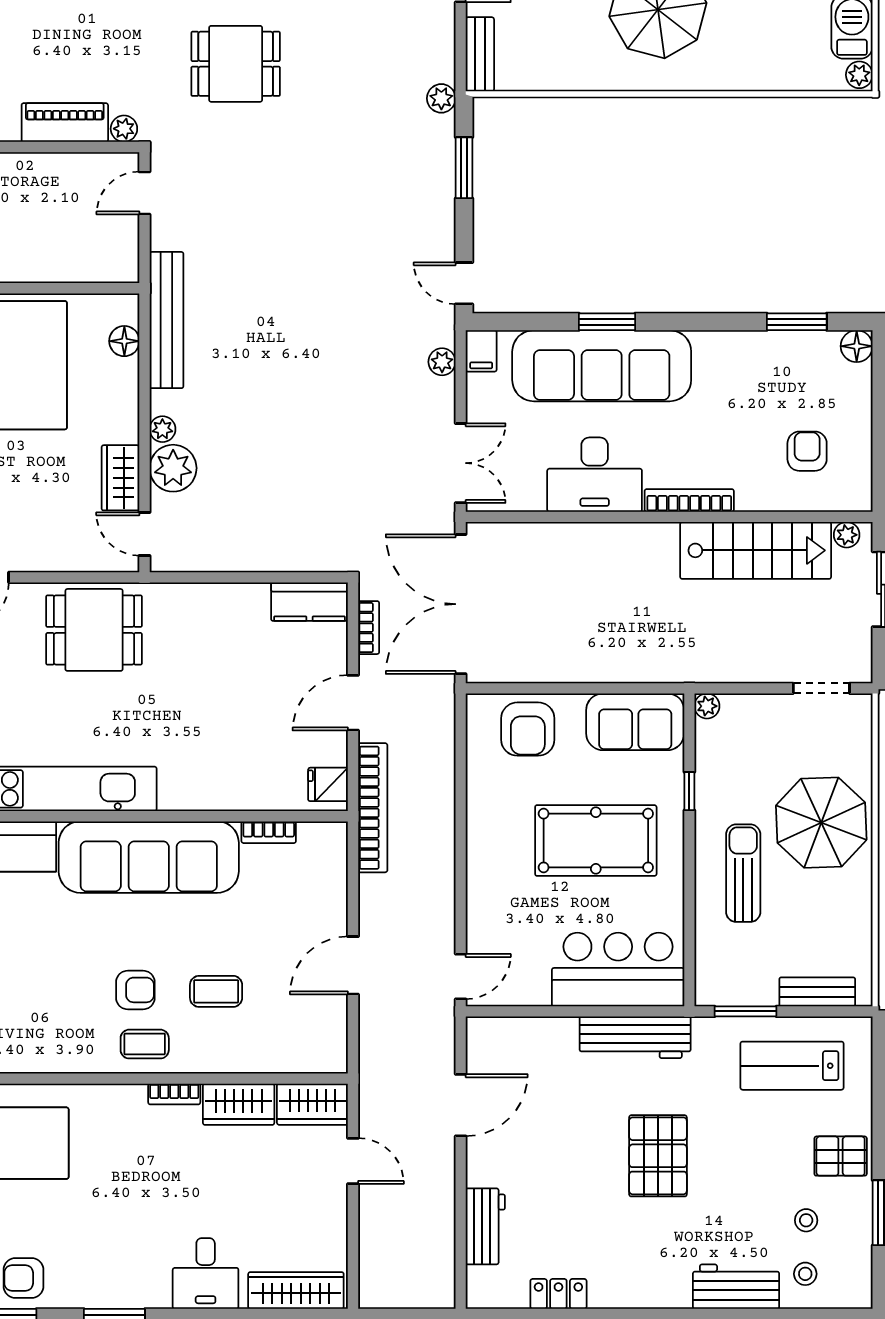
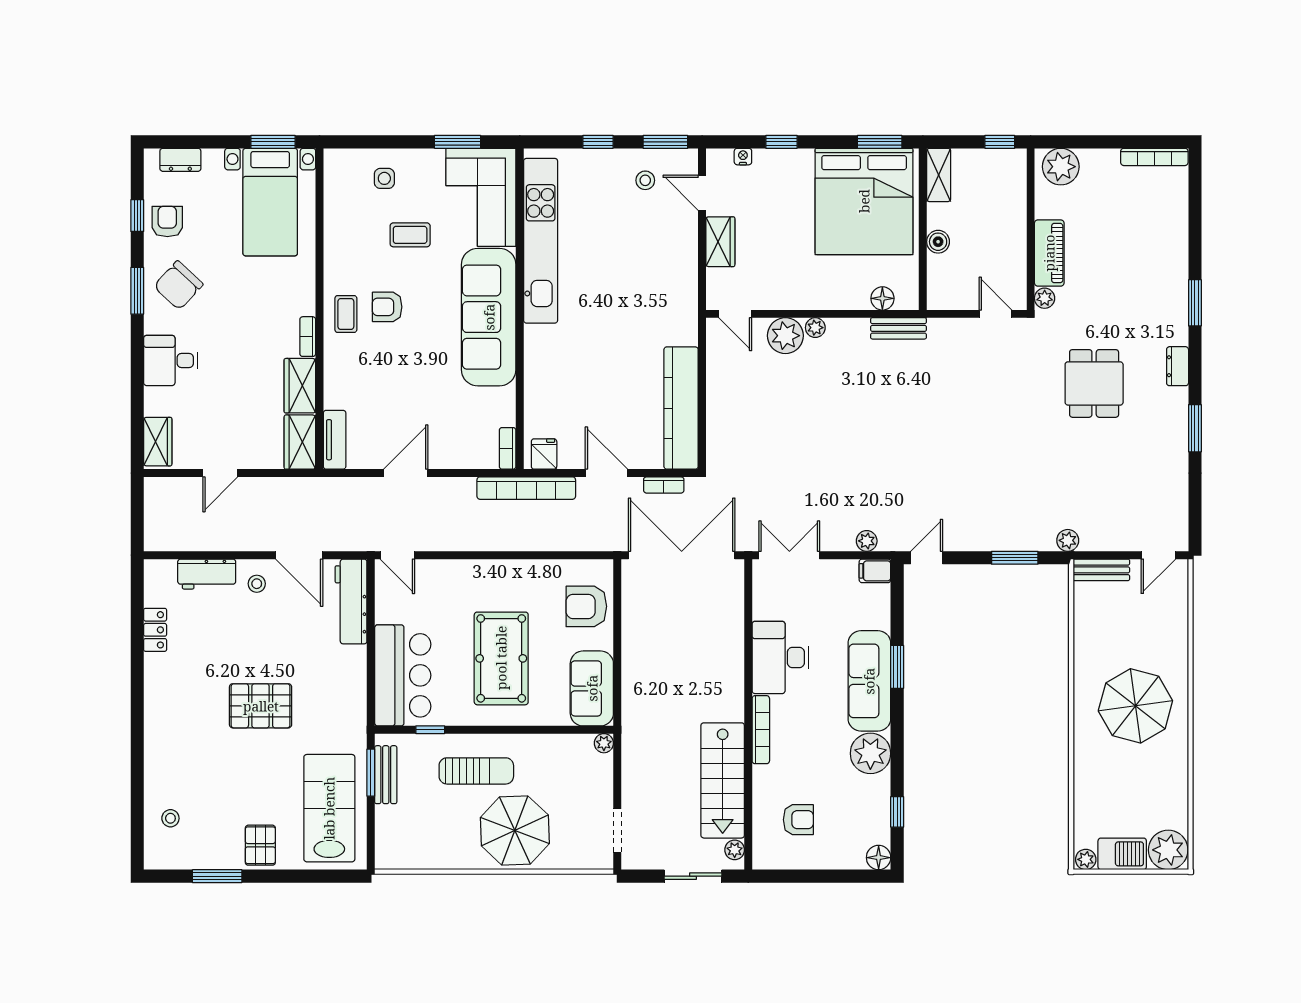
boiler: (50, 268) -> (938, 242), added
bench: (166, 320) -> (899, 328), width x0.54, depth x0.82
window: (797, 322) -> (897, 812), width x0.67
plant: (720, 357) -> (870, 753), added
sofa: (602, 366) -> (869, 681), width x0.74, depth x0.79
double door: (461, 463) -> (789, 555), swing flipped
wardrobe: (121, 478) -> (720, 242), moved, turned 90
door: (144, 534) -> (735, 314), swing flipped
kitchen counter: (310, 602) -> (681, 408), width x2.08, depth x1.17
dining table: (94, 630) -> (662, 275), removed
window: (689, 791) -> (430, 730), moved
bookcase: (269, 832) -> (508, 448), moved
door: (353, 965) -> (406, 473), hinge flipped
armchair: (135, 990) -> (387, 307), turned 90
coffee table: (216, 991) -> (410, 235), moved, turned 90
bench: (817, 992) -> (386, 775), moved
workbench: (635, 1037) -> (351, 601), moved
tv unit: (309, 1059) -> (335, 440), added
lab bench: (792, 1066) -> (329, 808), width x1.36, depth x1.39
door: (353, 1161) -> (220, 473), moved
stool: (806, 1220) -> (257, 584), moved
chair: (107, 1263) -> (178, 285), added
workbench: (736, 1287) -> (161, 765), removed
wardrobe: (296, 1290) -> (158, 442), width x0.67

